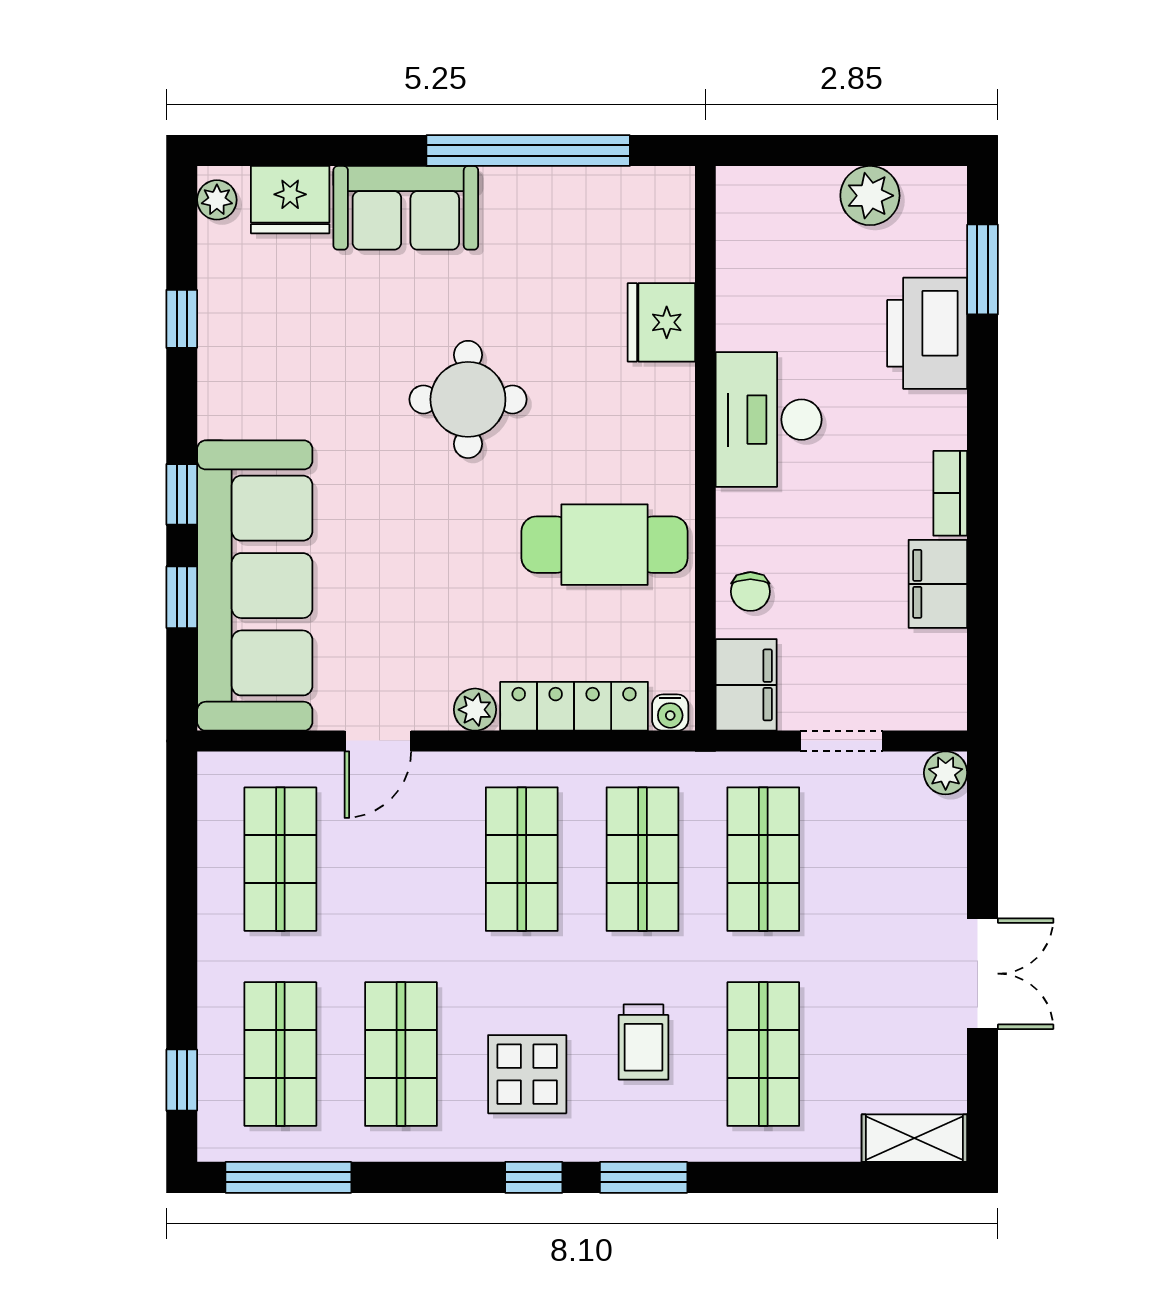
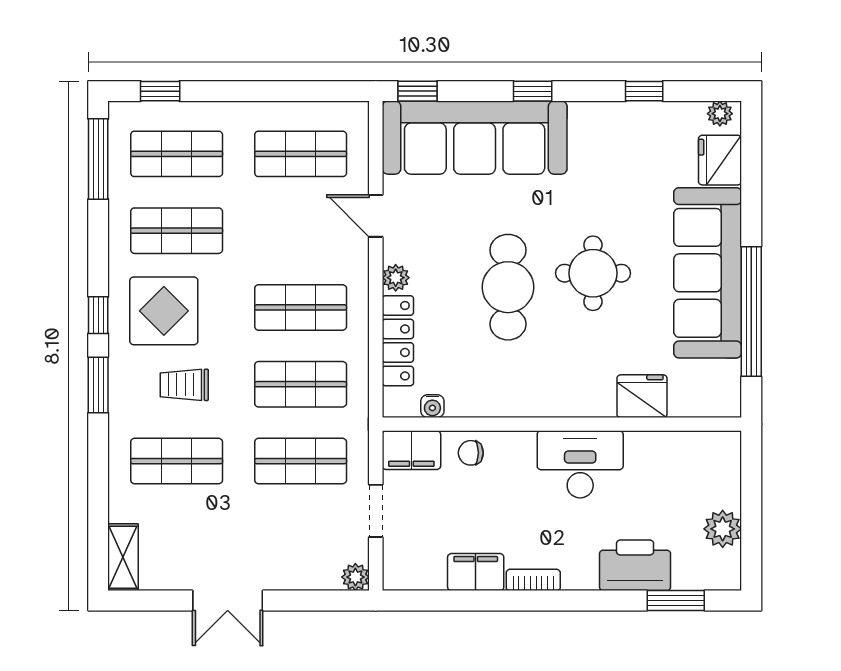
sofa: (406, 208) -> (708, 273), width x1.85, depth x1.27
cafe table: (605, 545) -> (508, 287), moved
window: (182, 597) -> (417, 91), moved
water cooler: (670, 713) -> (432, 406), moved, turned -90
display table: (527, 1074) -> (164, 311), width x1.36, depth x1.36

